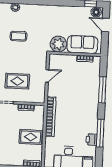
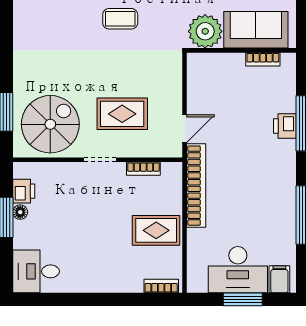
door: (47, 76) -> (185, 129), moved
printer: (91, 140) -> (285, 126), moved

